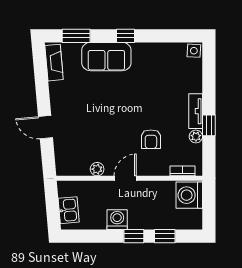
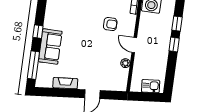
window: (76, 36) -> (33, 65), width x1.44
fireplace: (54, 63) -> (65, 83), moved
washing machine: (117, 220) -> (161, 54), removed

